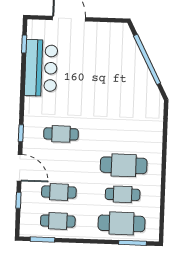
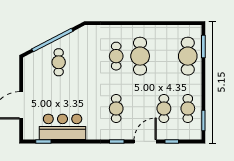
cafe table: (120, 66) -> (59, 62), added
cafe table: (123, 194) -> (116, 56), moved

